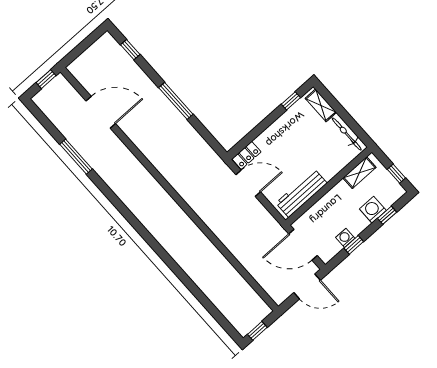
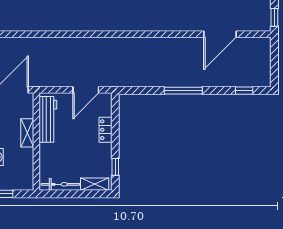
locker: (246, 155) -> (105, 130), moved
shelving: (359, 173) -> (27, 133), moved

